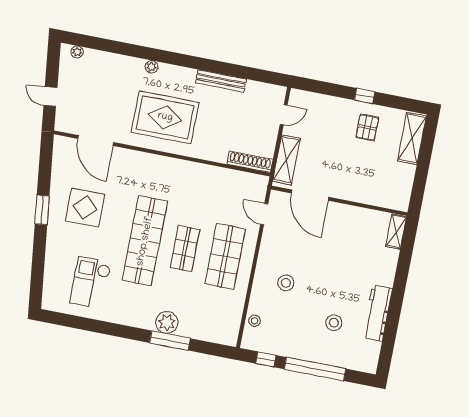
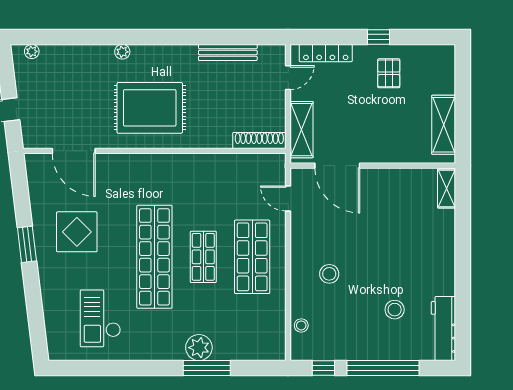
bench: (221, 81) -> (228, 52), moved
locker: (319, 101) -> (326, 53), added
shelving: (412, 138) -> (444, 125), moved
workbench: (377, 313) -> (443, 328), moved

